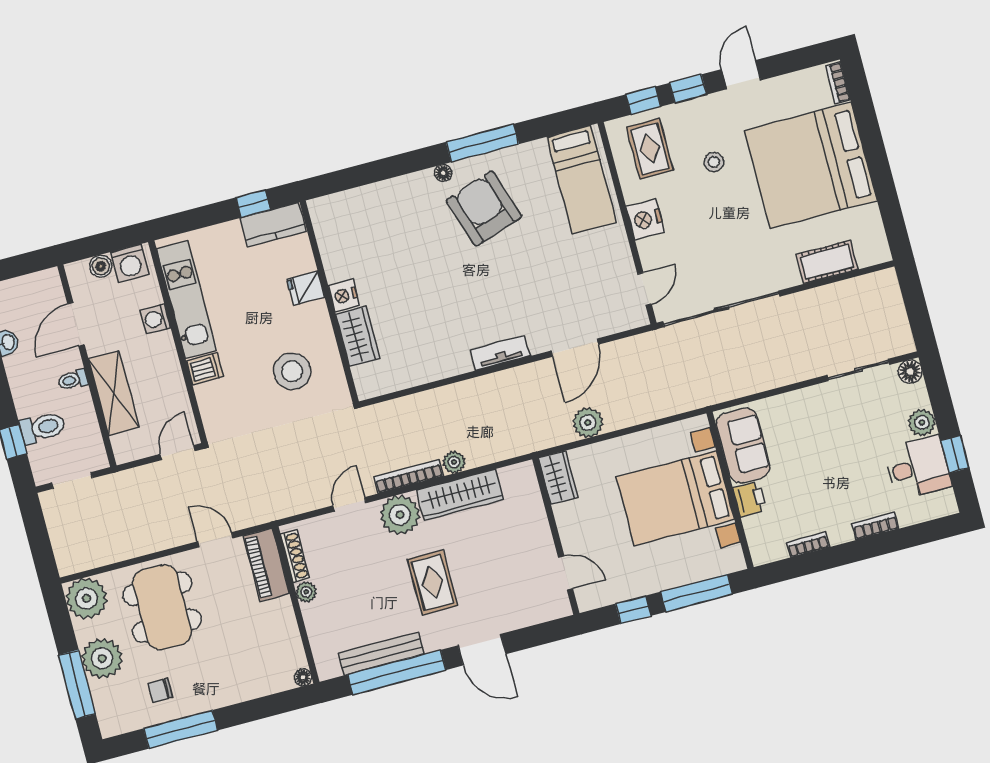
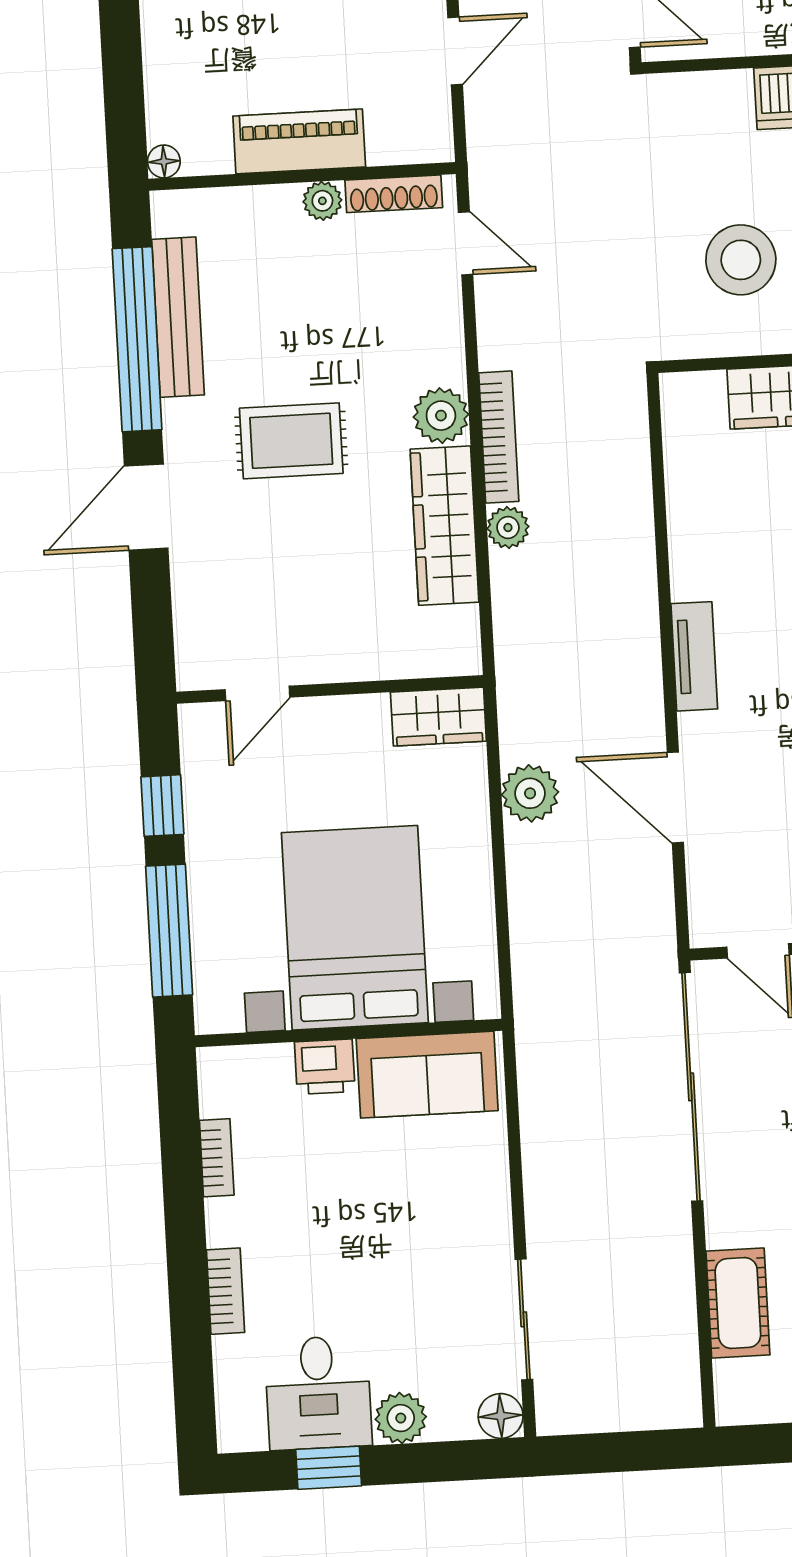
door: (350, 504) -> (466, 243), moved
plant: (400, 515) -> (441, 416), width x0.73, depth x0.73
piano: (266, 565) -> (299, 141), moved

